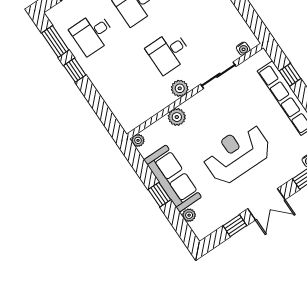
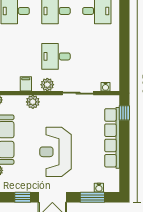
window: (290, 75) -> (124, 113), moved
filing cabinet: (156, 103) -> (26, 84), added
reception desk: (237, 154) -> (55, 152), turned -90

